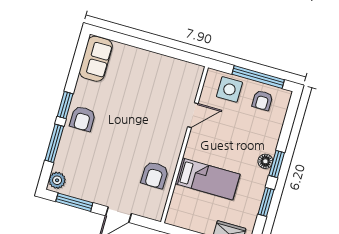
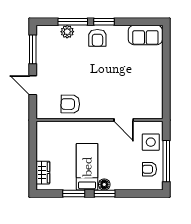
armchair: (83, 119) -> (97, 38), turned -90
bed: (208, 179) -> (87, 167), moved, turned 180
plant: (57, 180) -> (67, 32), moved

